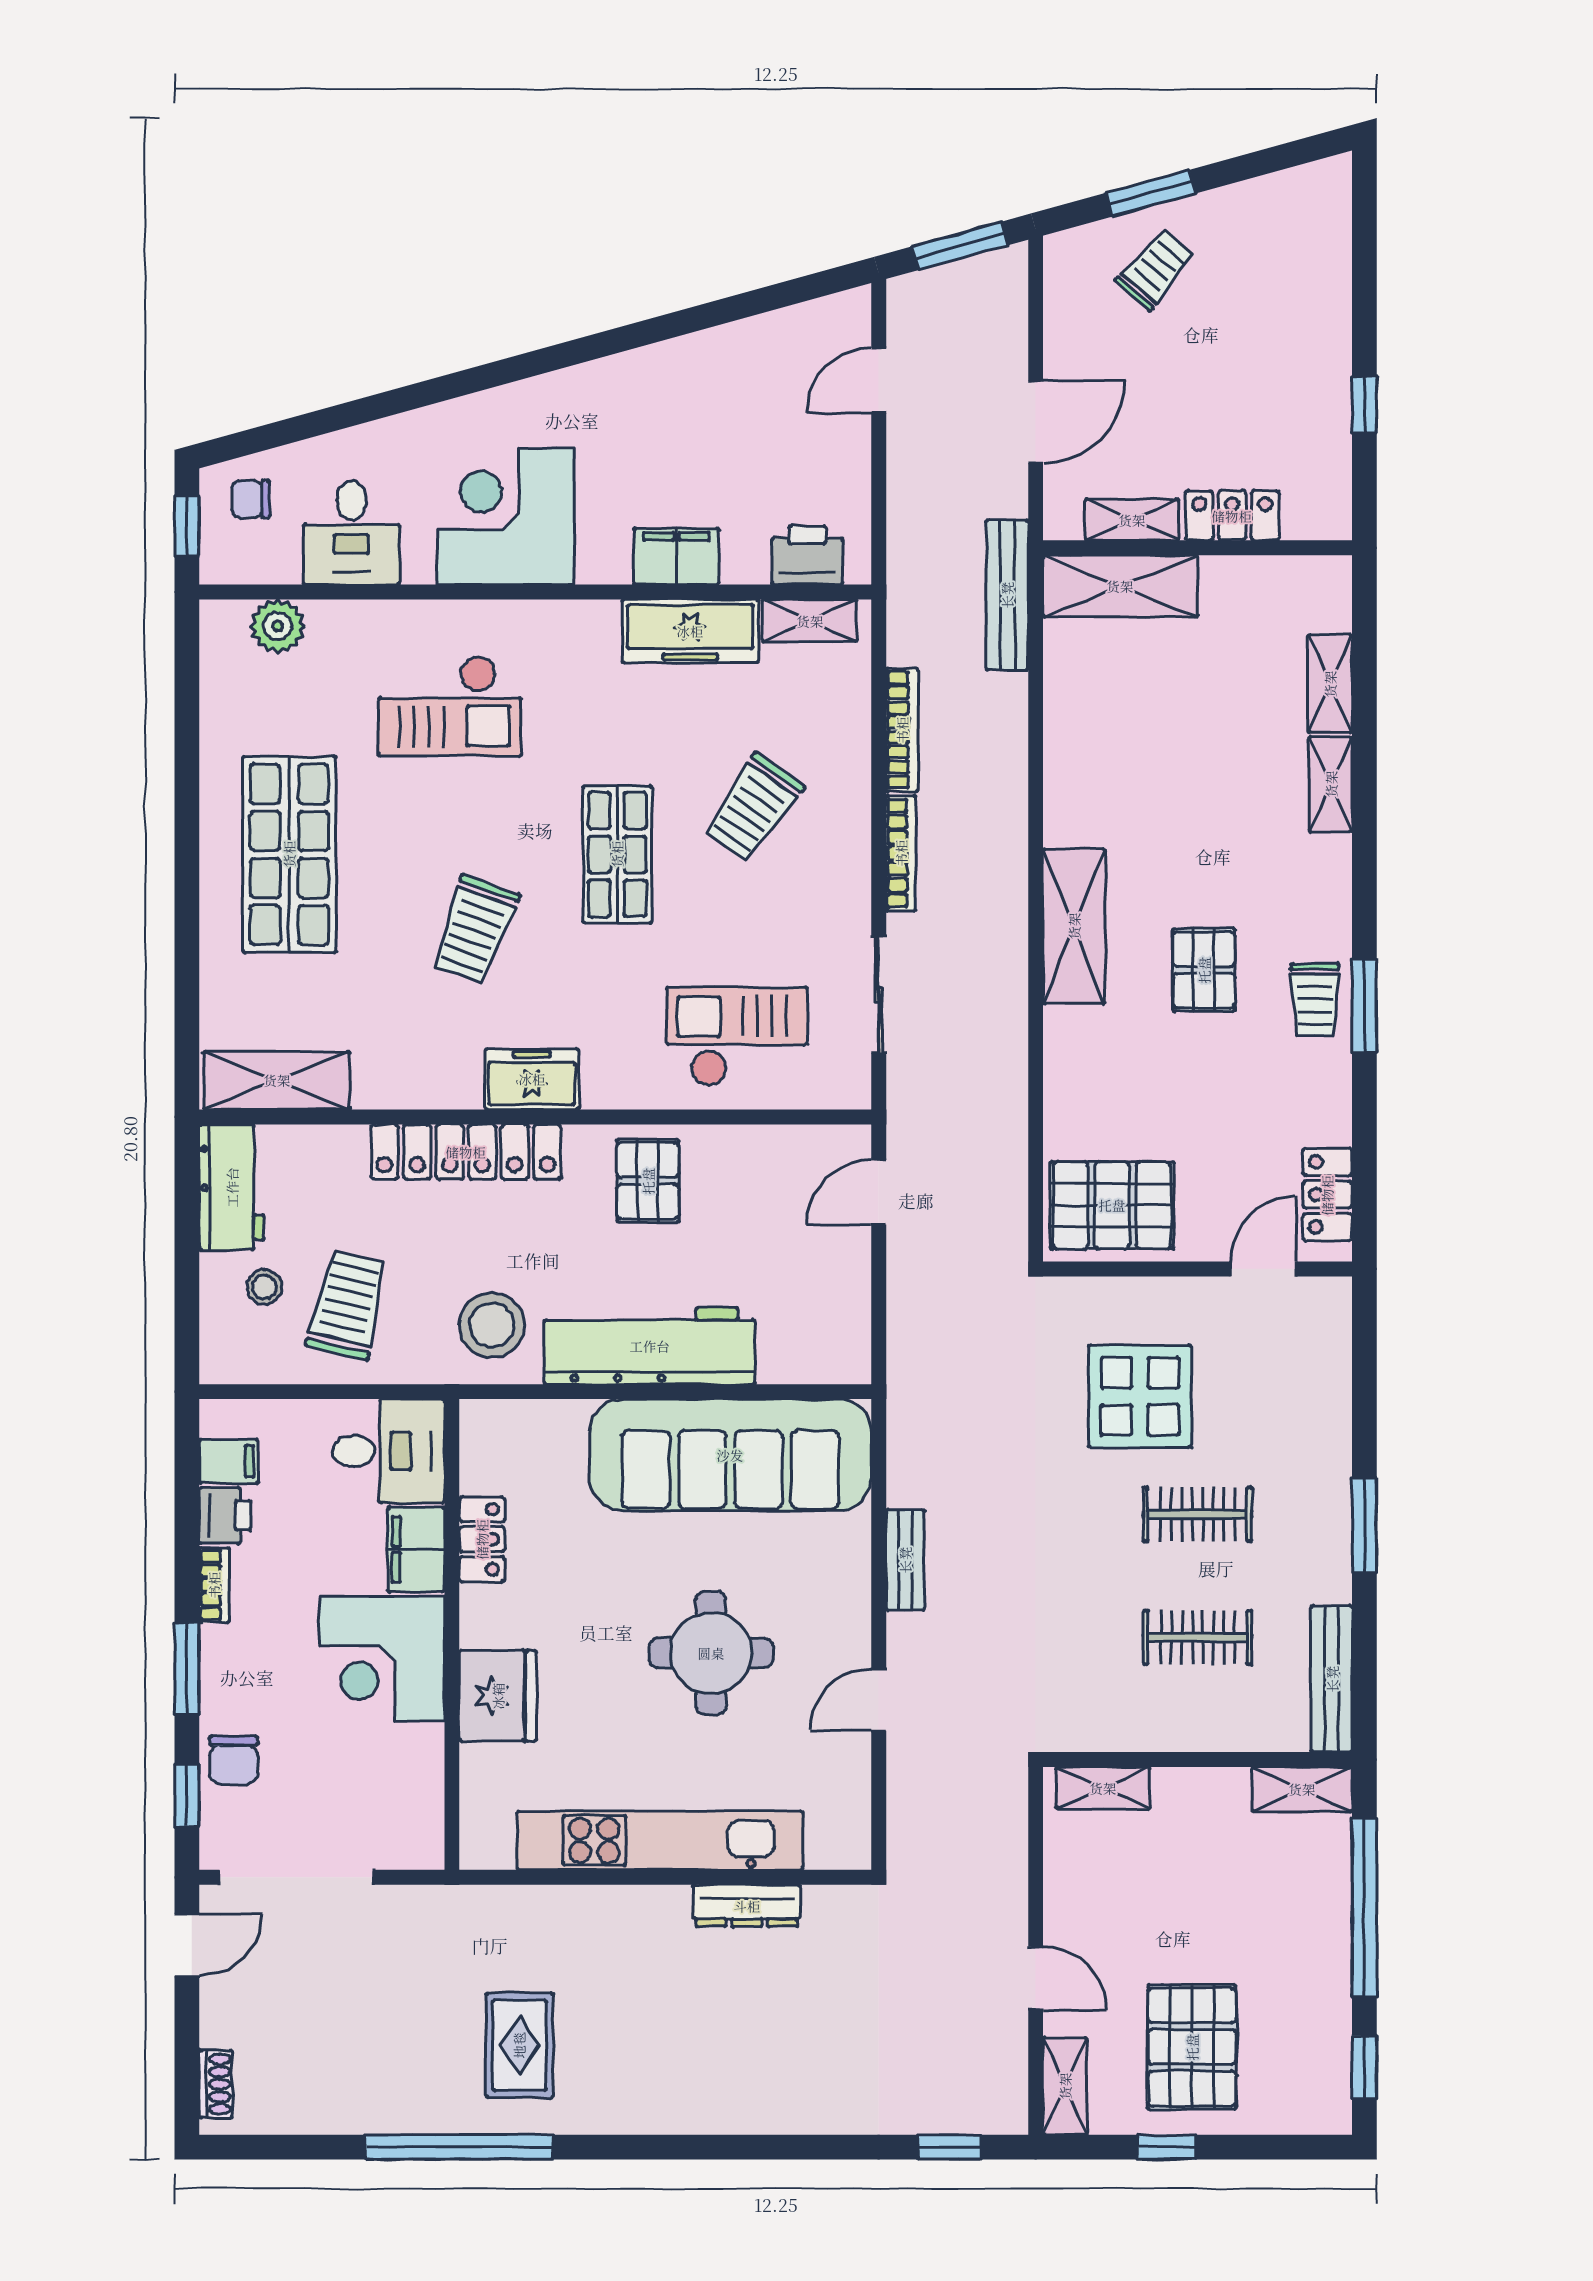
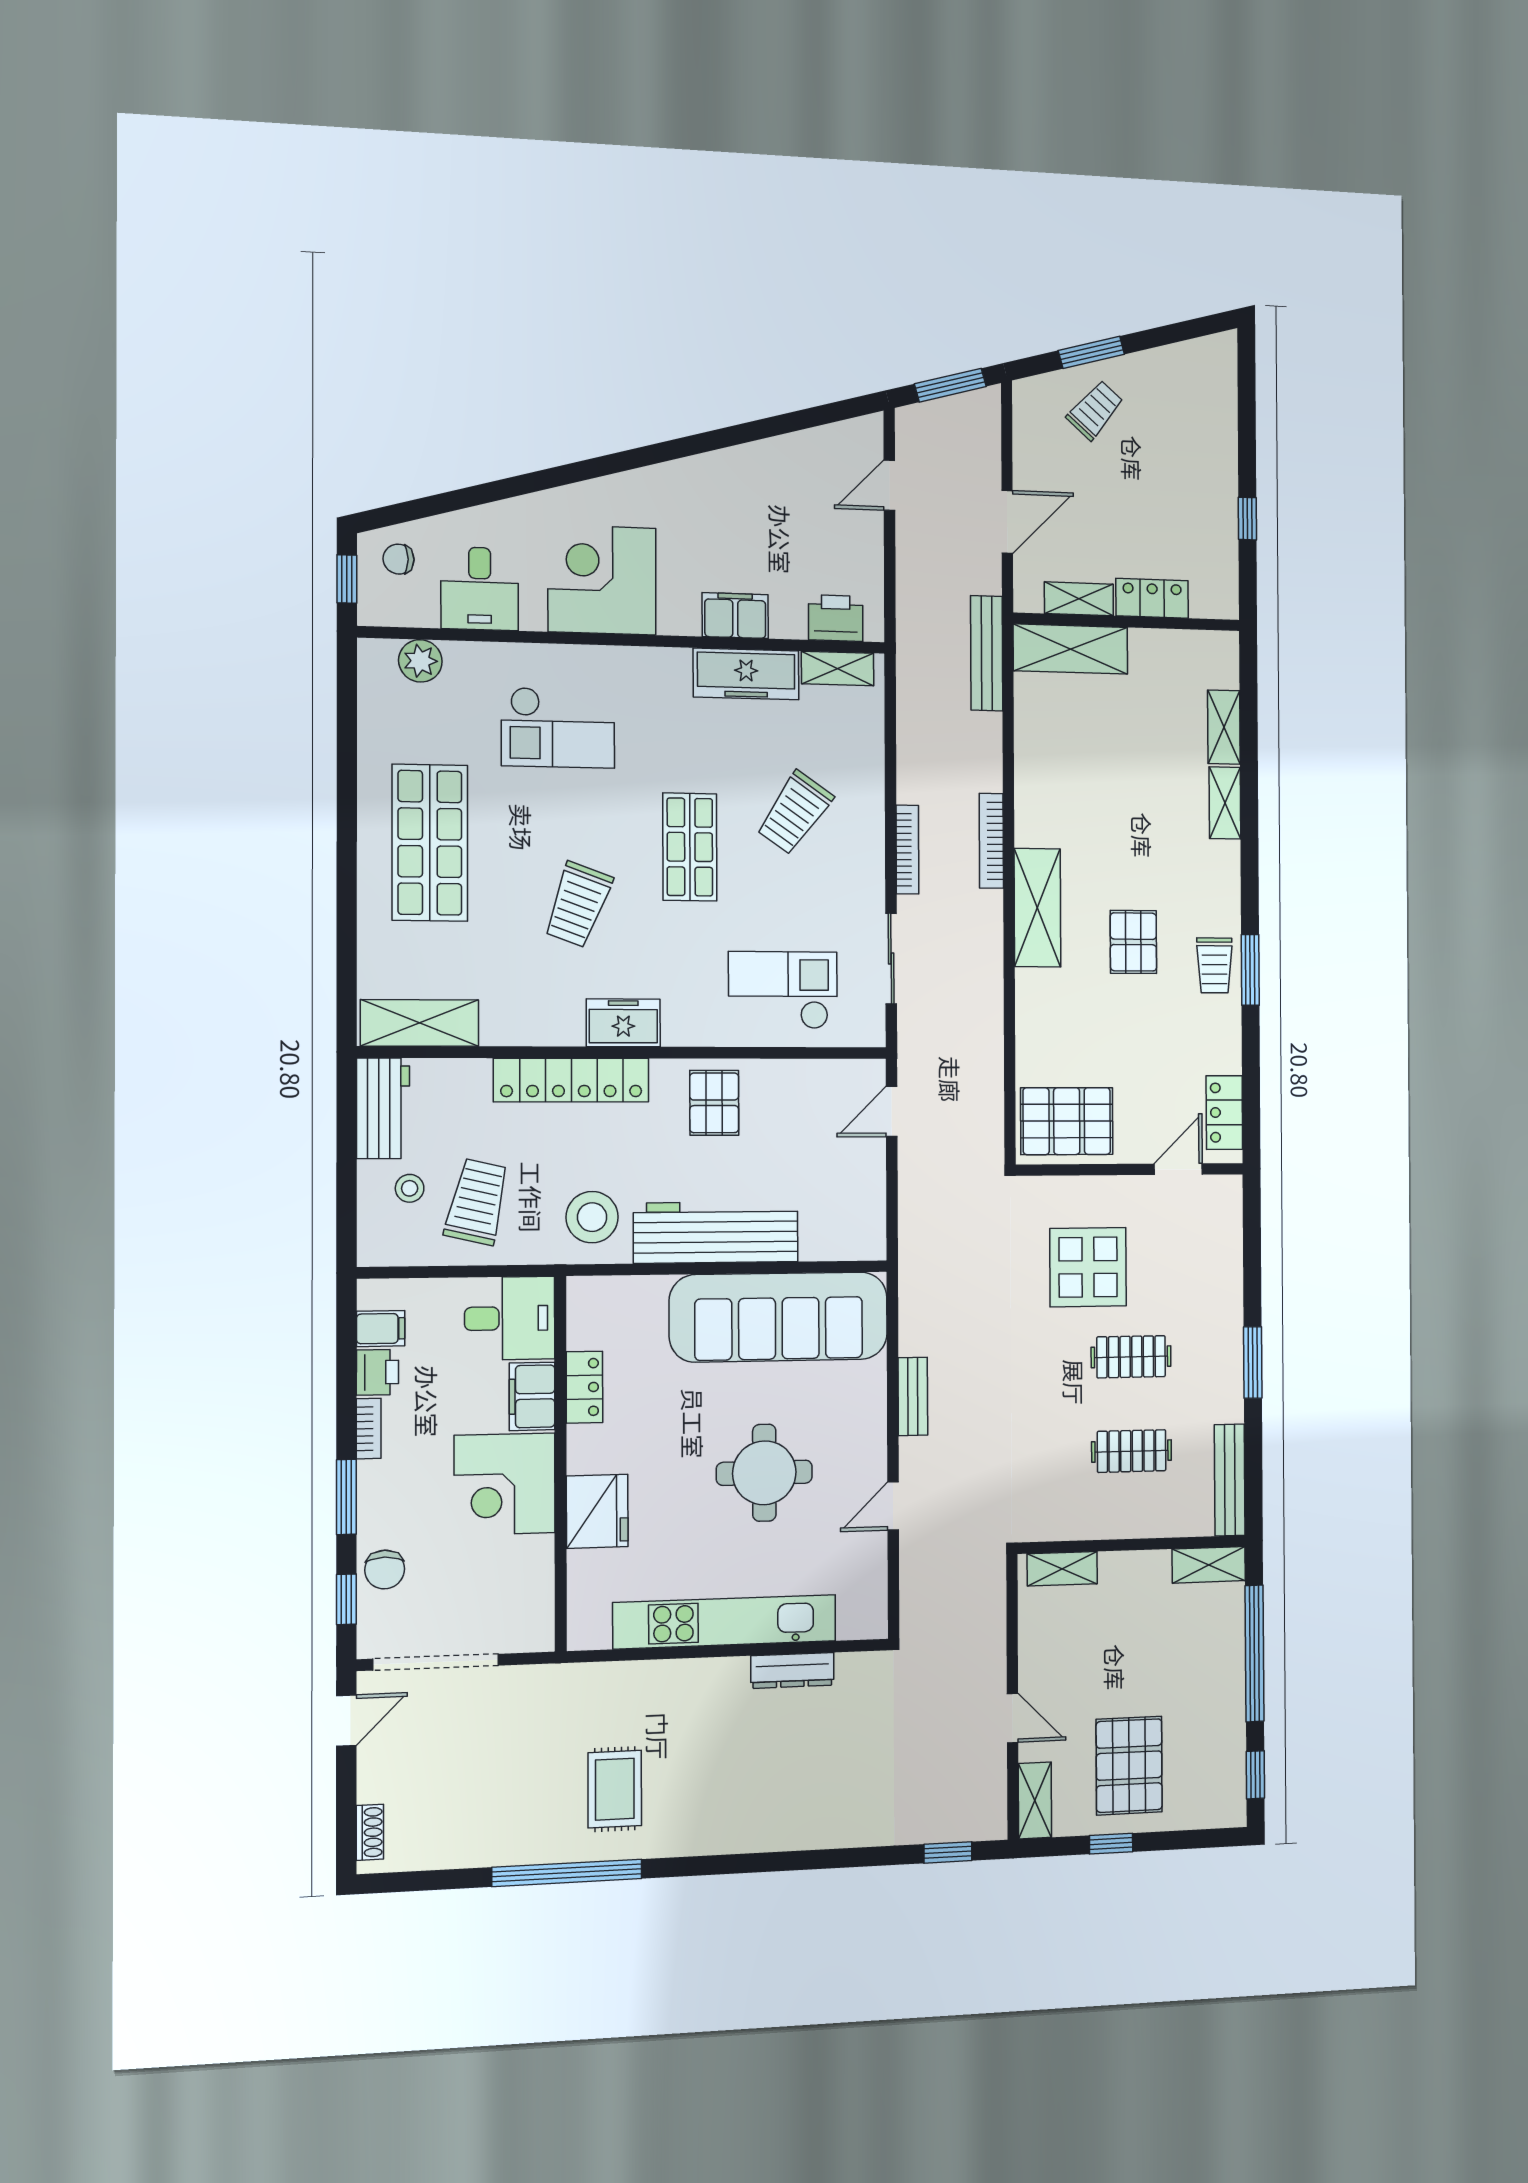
bookcase: (902, 730) -> (991, 841), moved, turned 180

